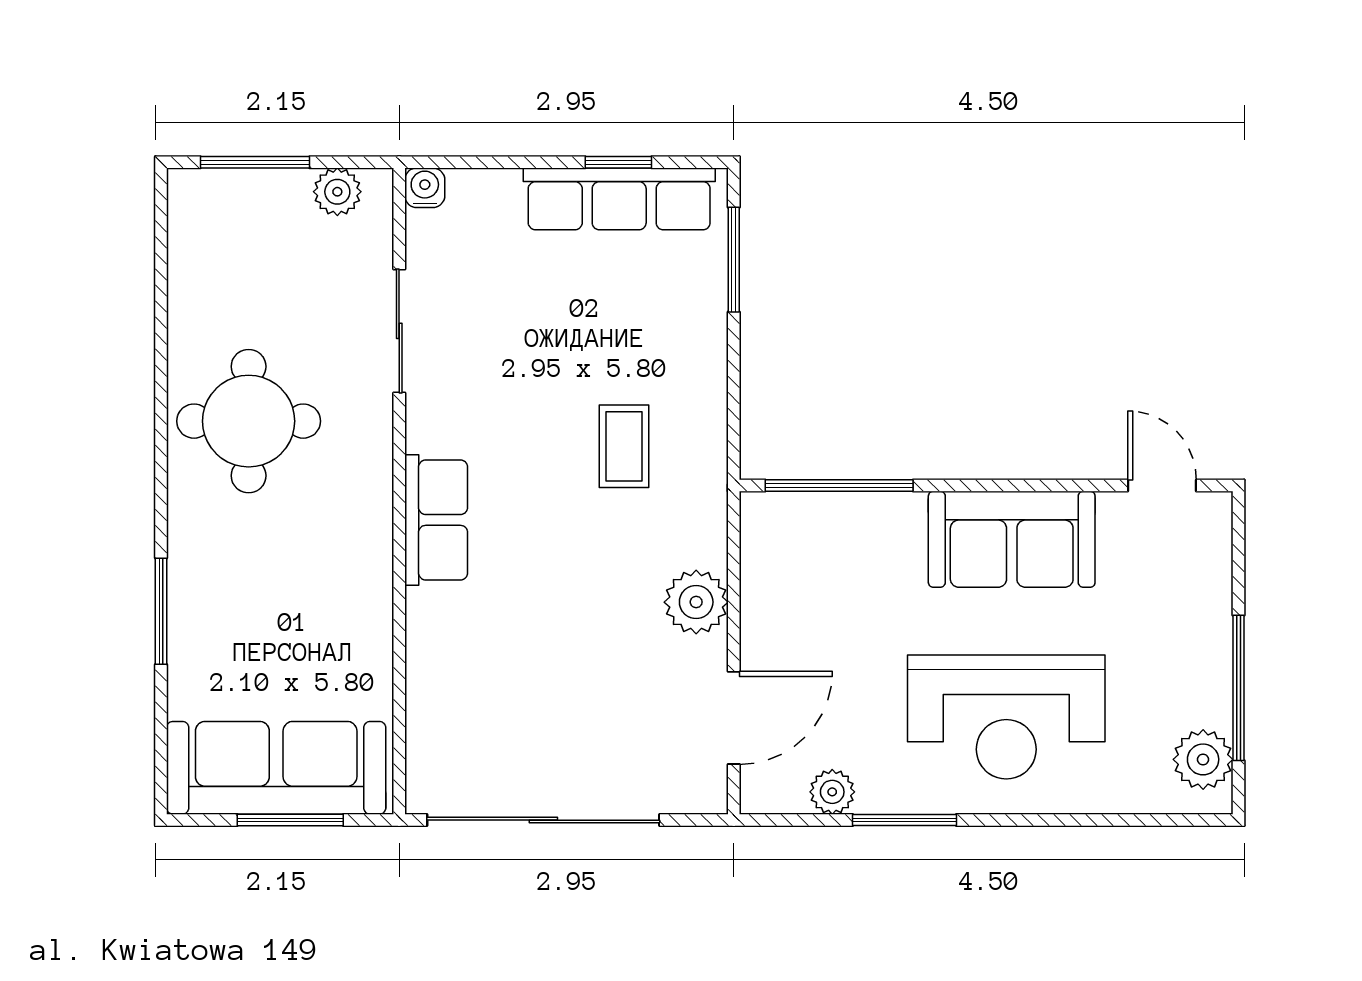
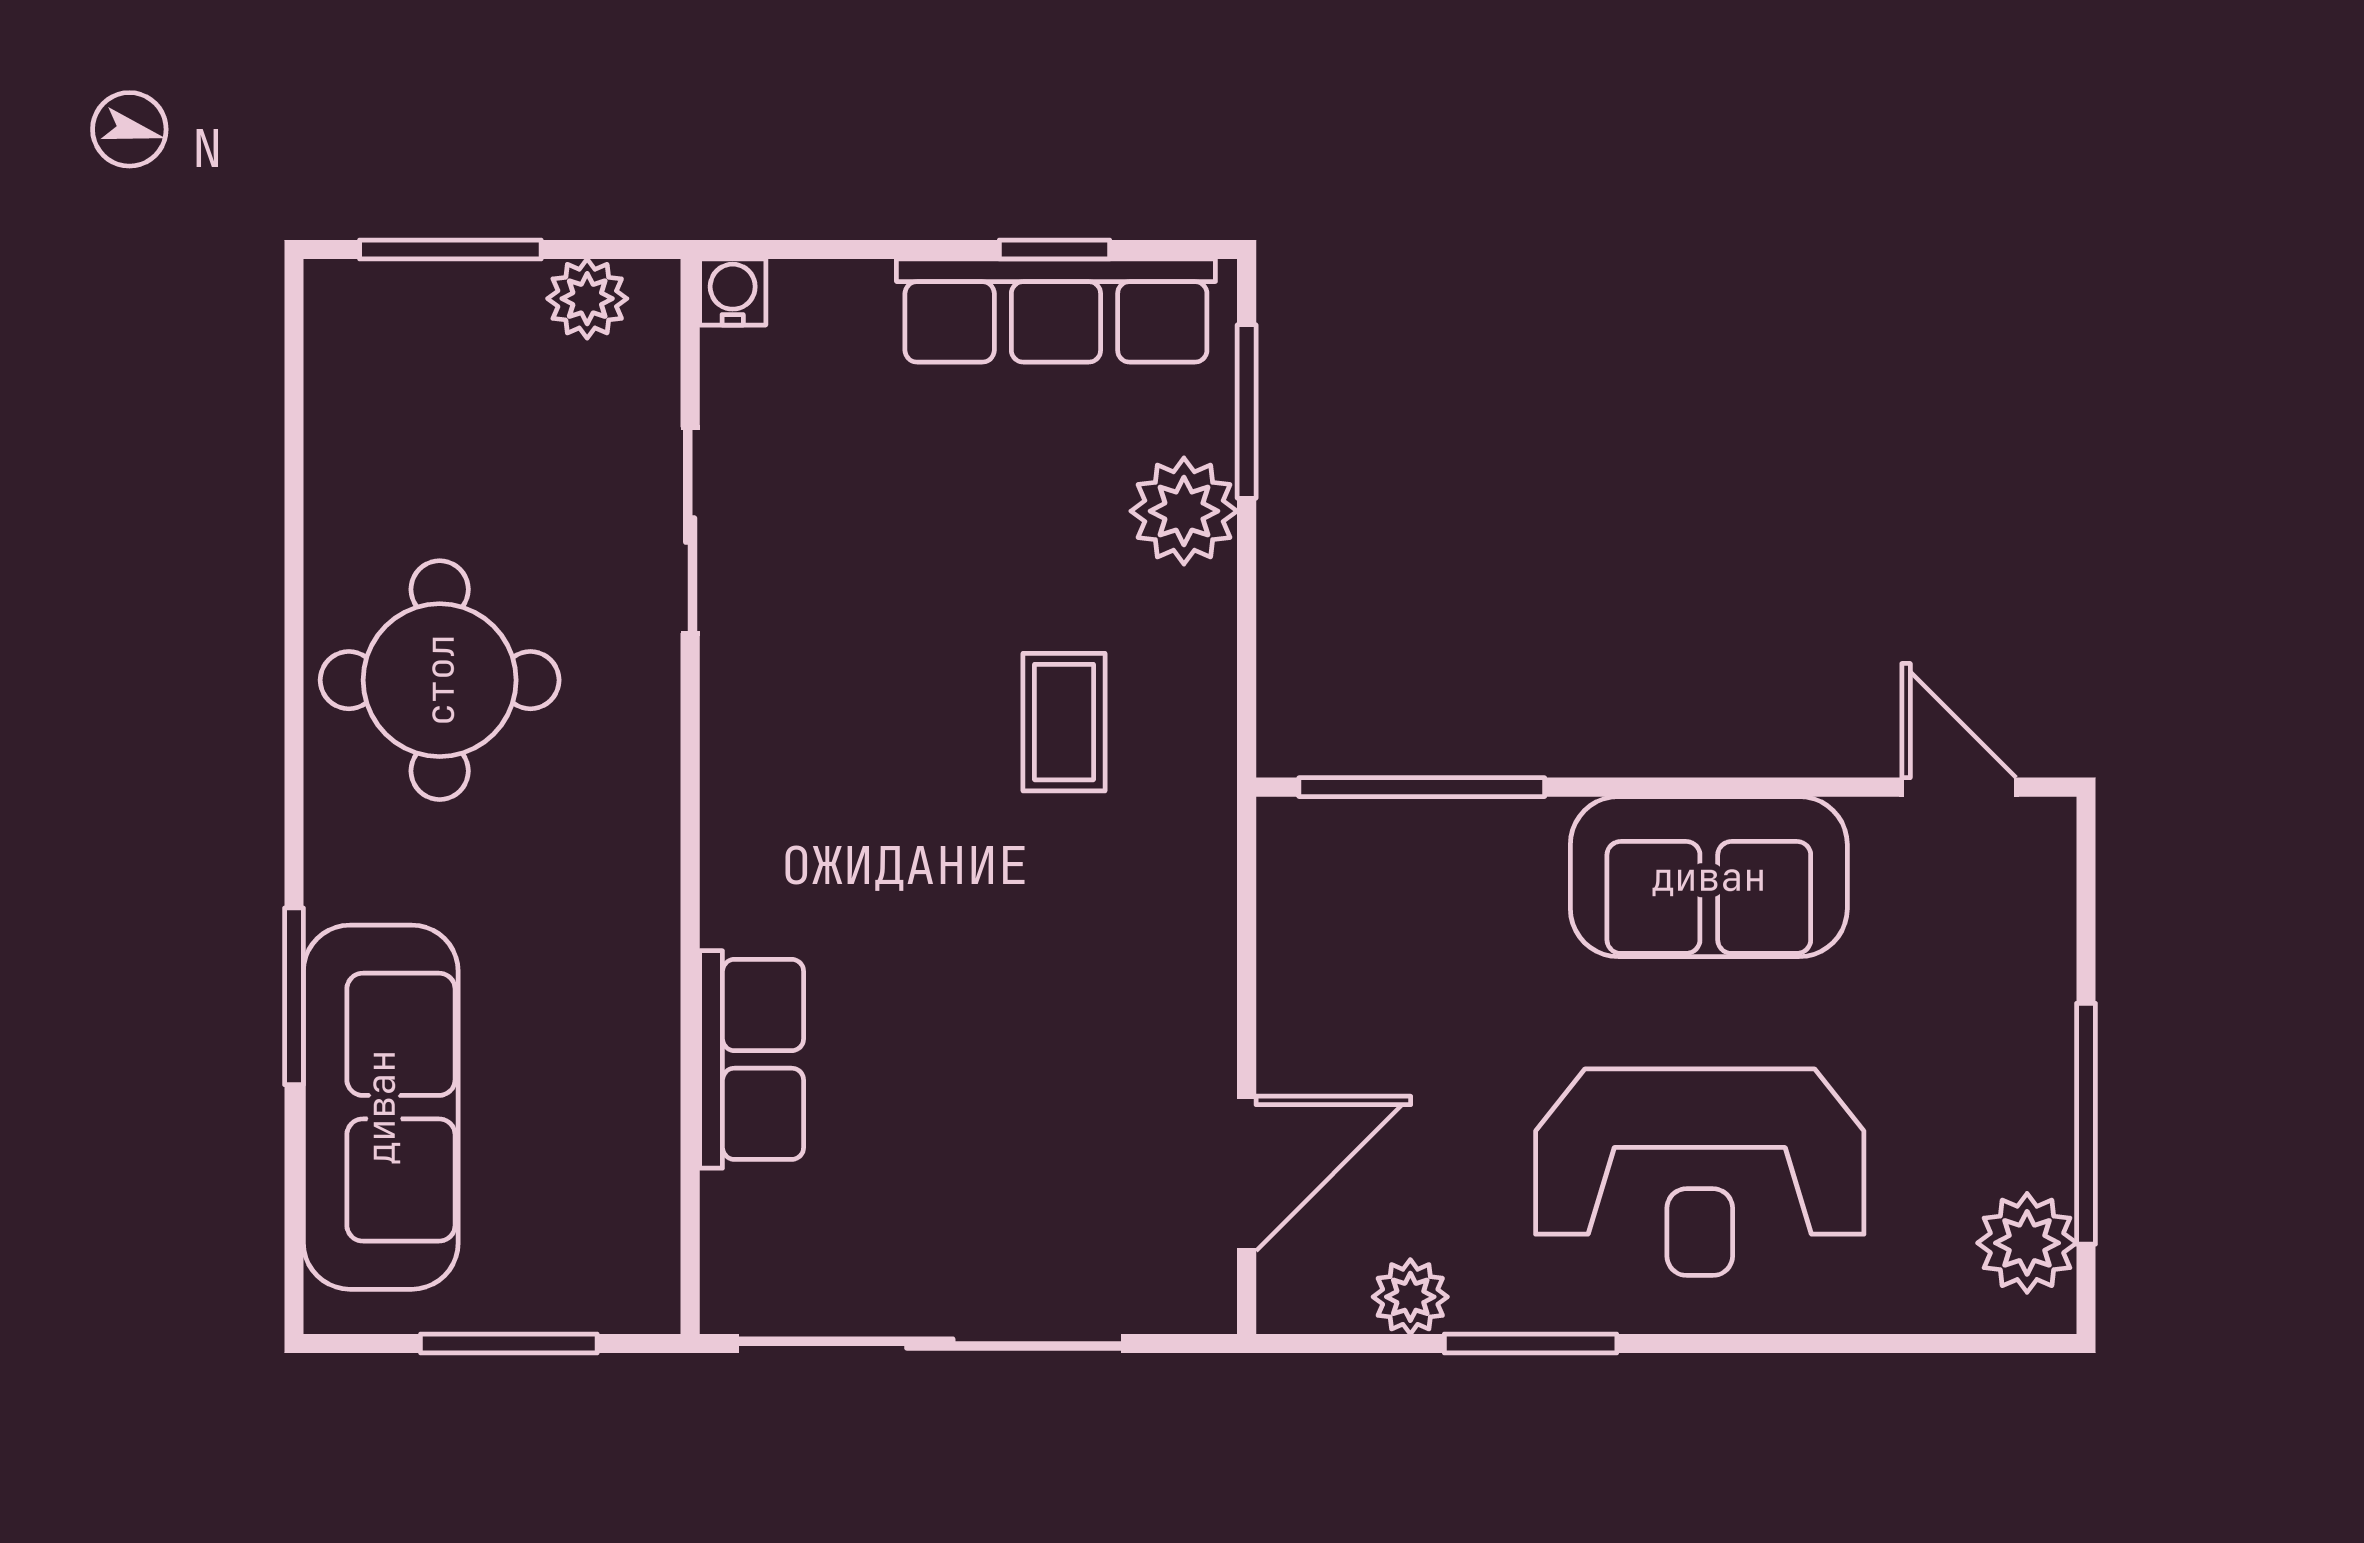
row of seats: (436, 520) -> (752, 1059), moved
plant: (696, 602) -> (1184, 511), moved
sofa: (276, 768) -> (381, 1107), moved, turned 90

